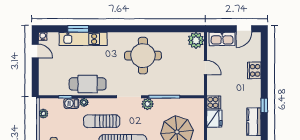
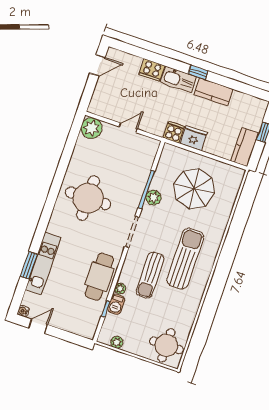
door: (244, 29) -> (97, 65), hinge flipped
kitchen sink: (222, 39) -> (179, 79), moved, turned 90
plant: (148, 104) -> (153, 197), moved

